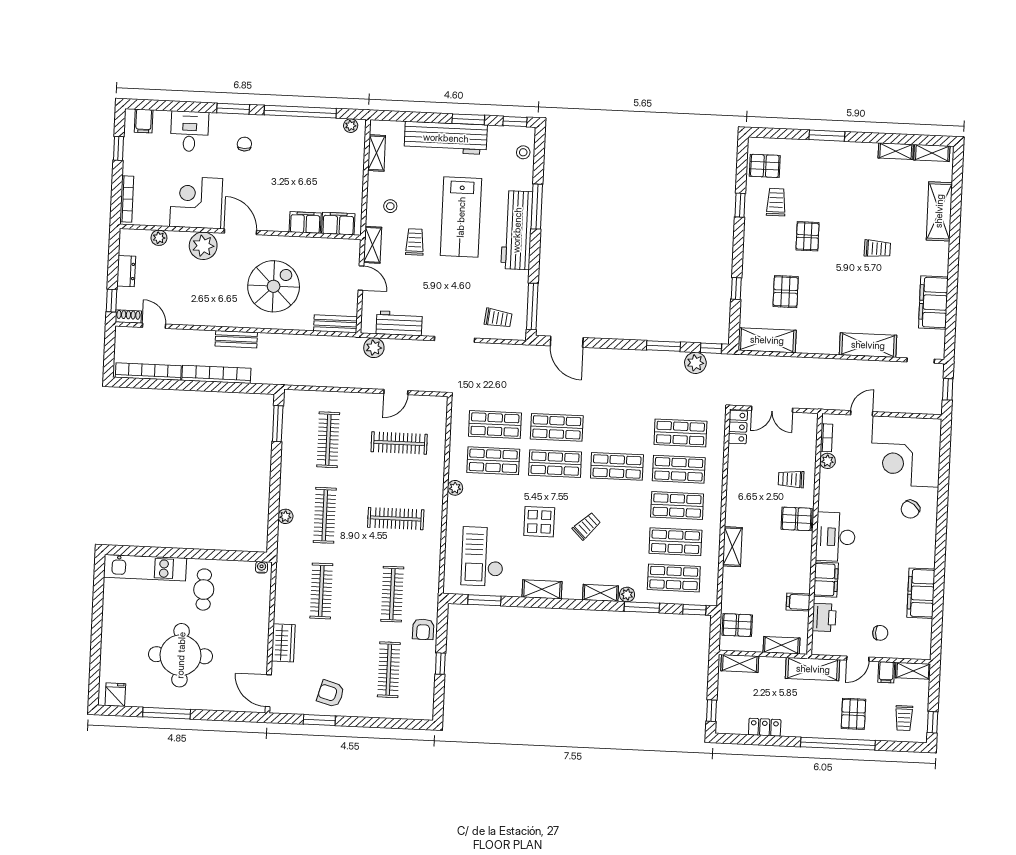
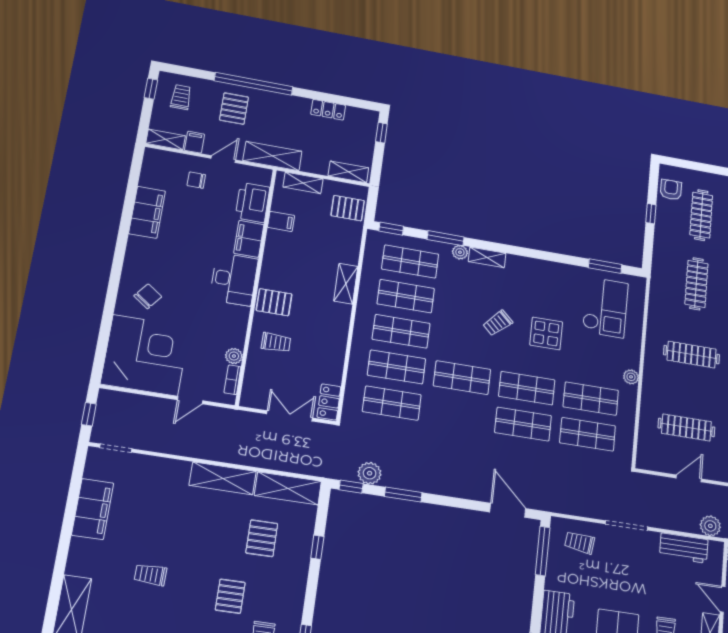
shelving: (868, 345) -> (223, 478), moved
shelving: (542, 589) -> (547, 269), removed
printer: (824, 617) -> (252, 203), width x1.37, depth x1.19
armchair: (423, 629) -> (671, 190), moved

